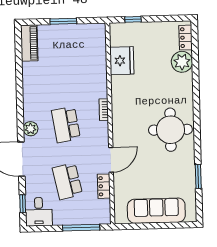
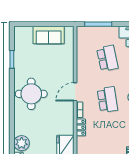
door: (111, 160) -> (75, 92), moved
locker: (104, 186) -> (81, 127), moved
sofa: (156, 211) -> (49, 35), width x0.73

